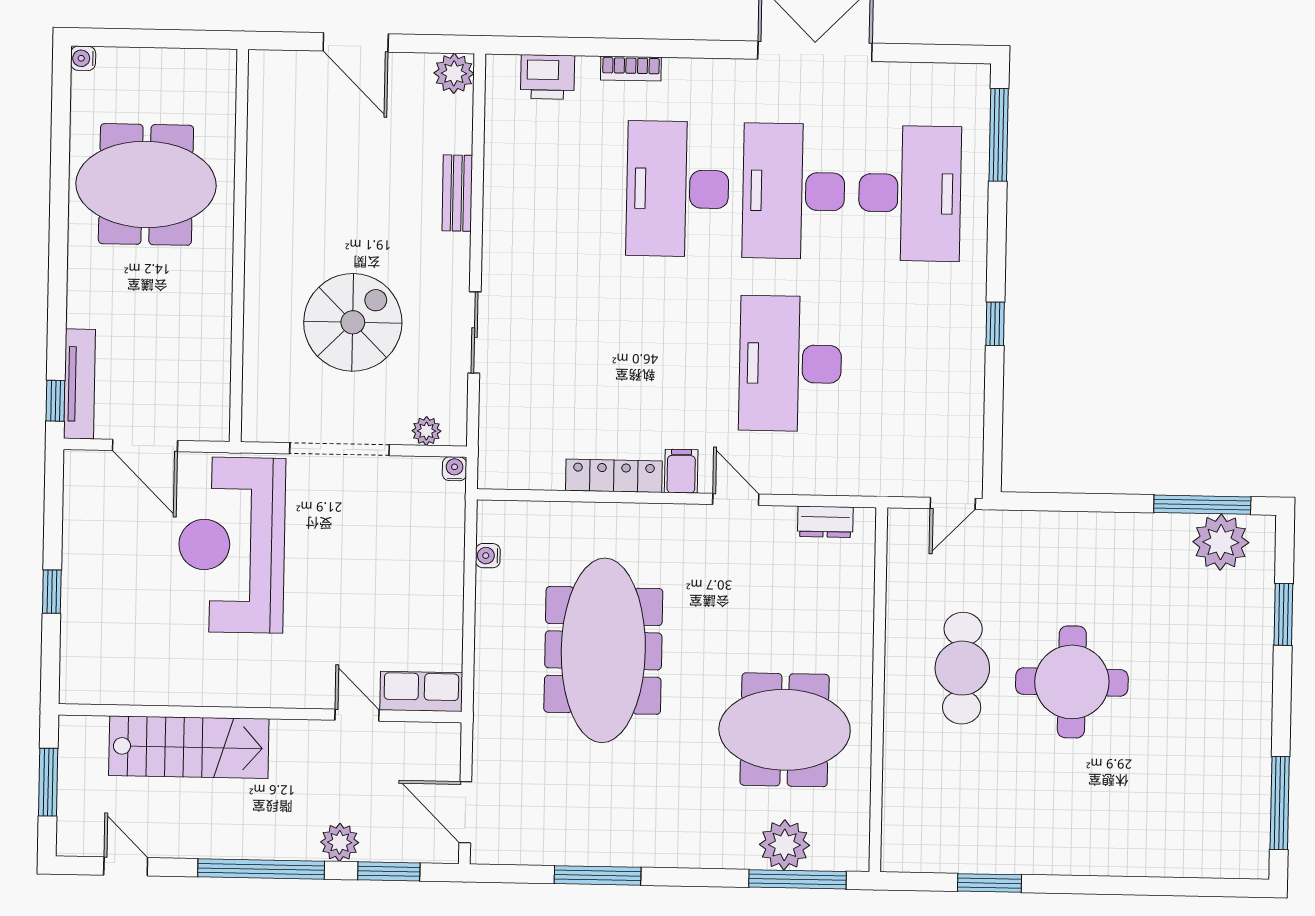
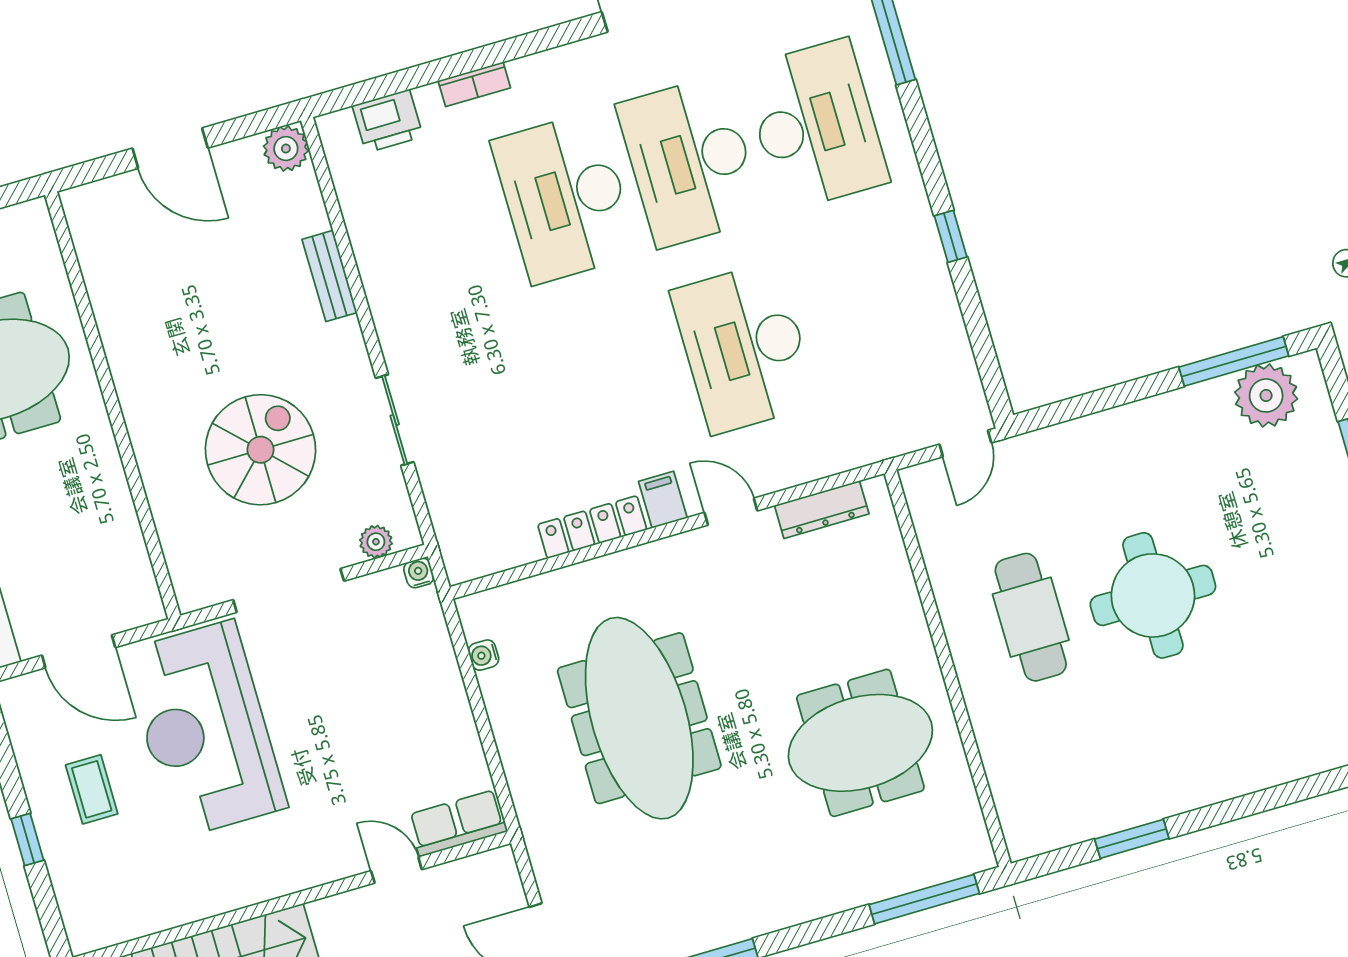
dresser: (825, 522) -> (822, 510), width x1.44
coffee table: (120, 566) -> (92, 789), added
plant: (784, 845) -> (899, 866), removed

